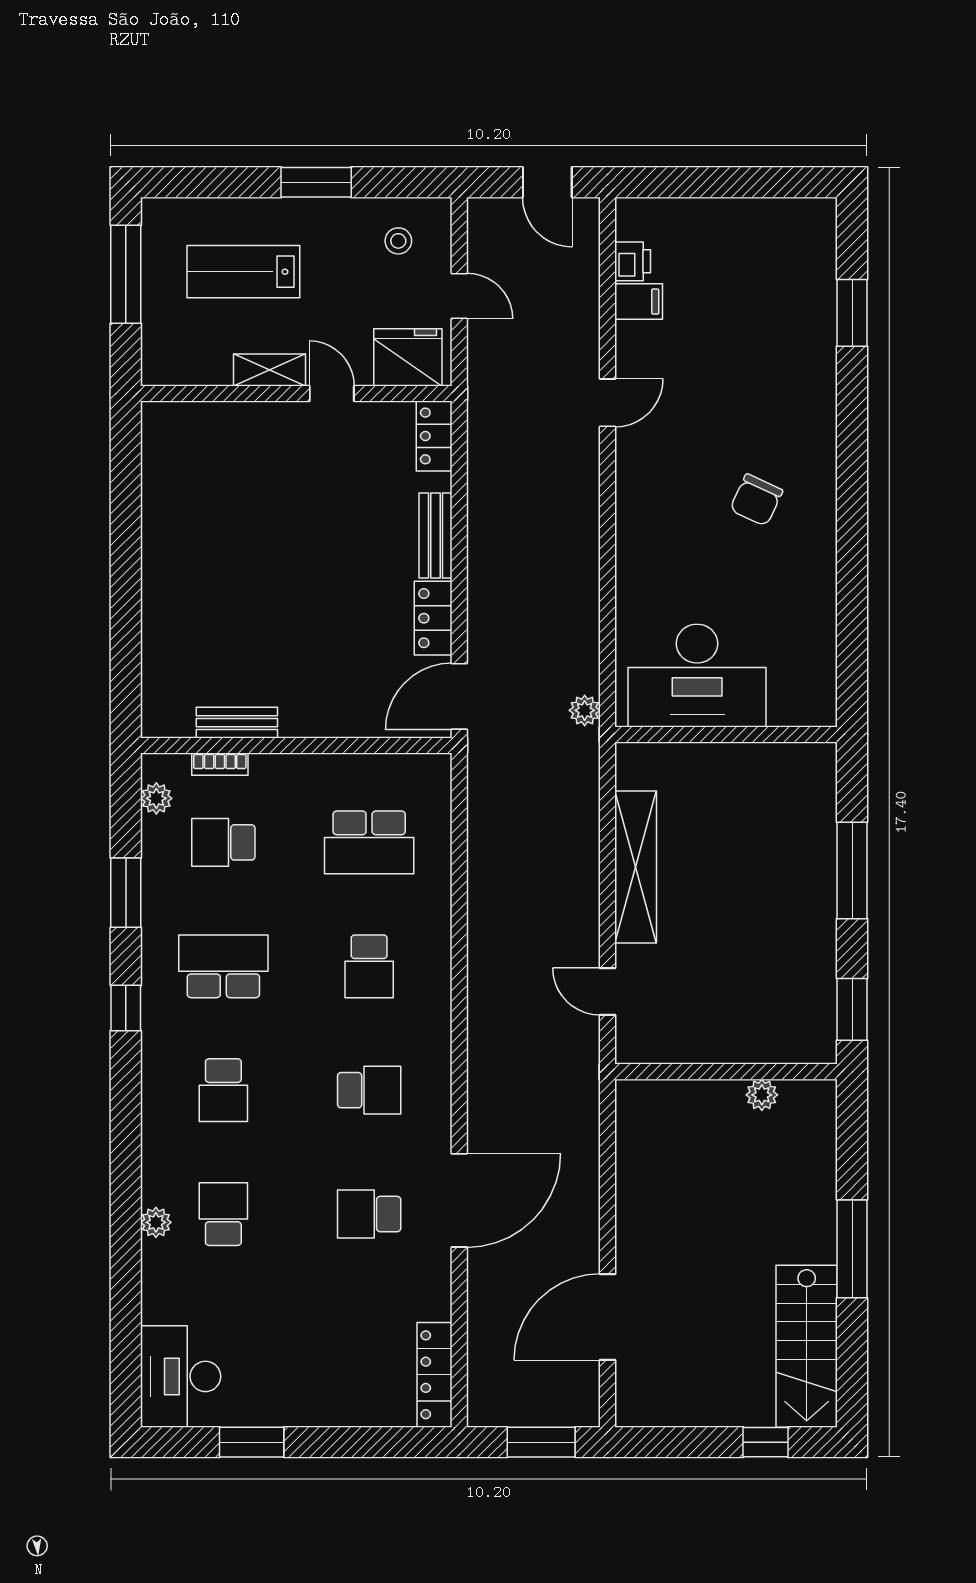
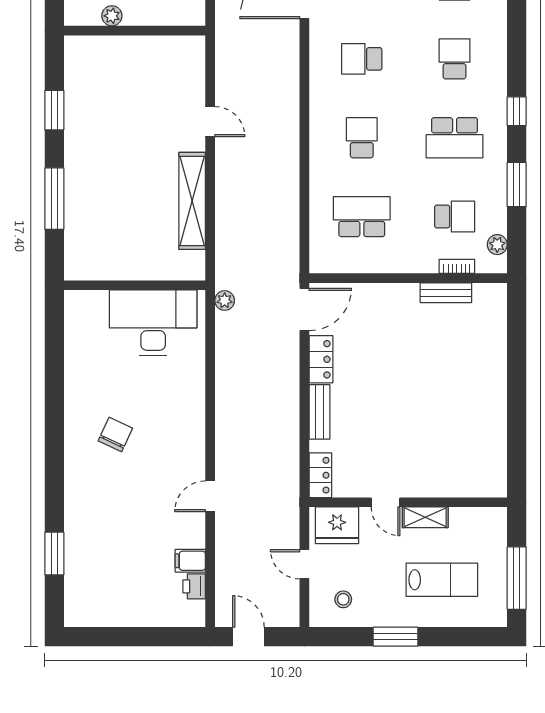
wall: (726, 1072) -> (135, 31), moved
plant: (762, 1095) -> (112, 16), moved

